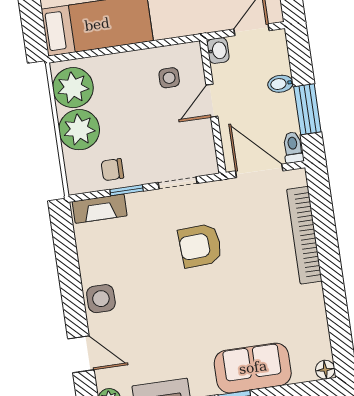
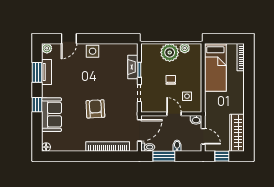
plant: (73, 88) -> (185, 48), width x0.53, depth x0.53
chair: (112, 170) -> (171, 80), moved
fireplace: (100, 209) -> (133, 67), moved
armchair: (200, 246) -> (95, 109), moved

